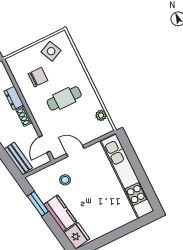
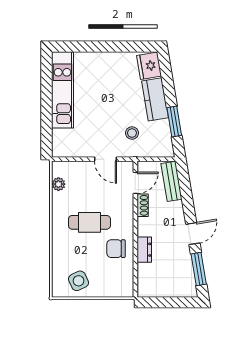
chair: (38, 77) -> (116, 249), moved
shoe rack: (24, 116) -> (143, 205), moved
kitchen unit: (127, 176) -> (62, 90), width x0.73

